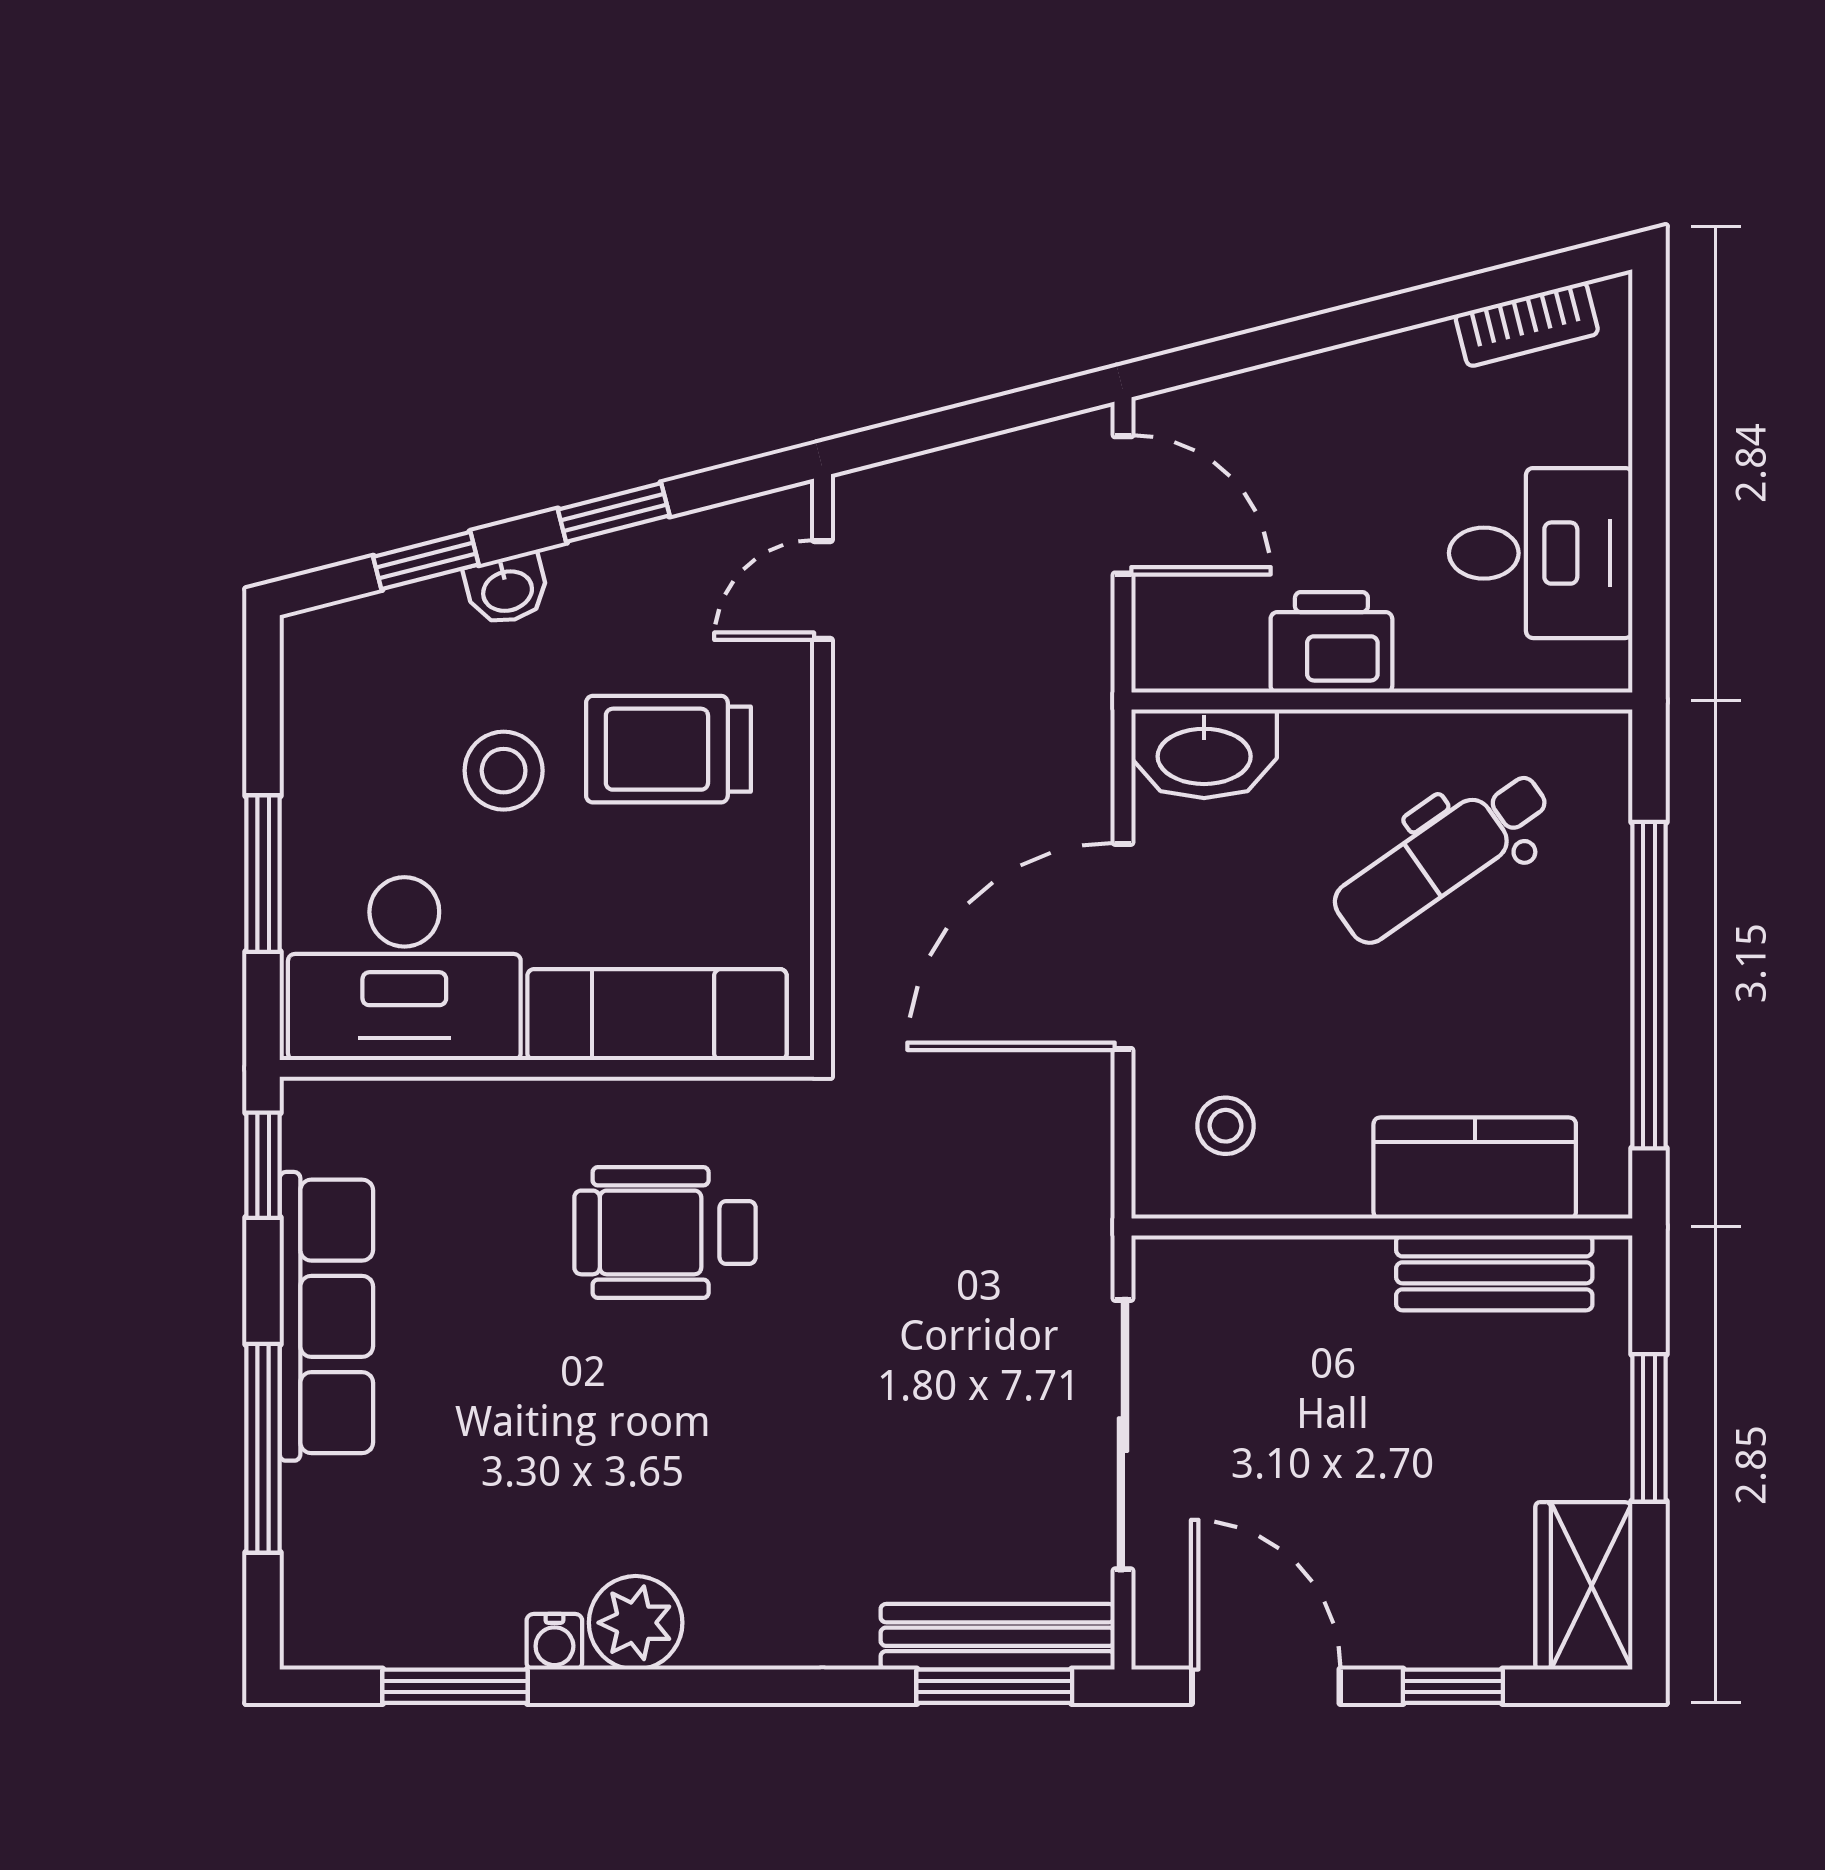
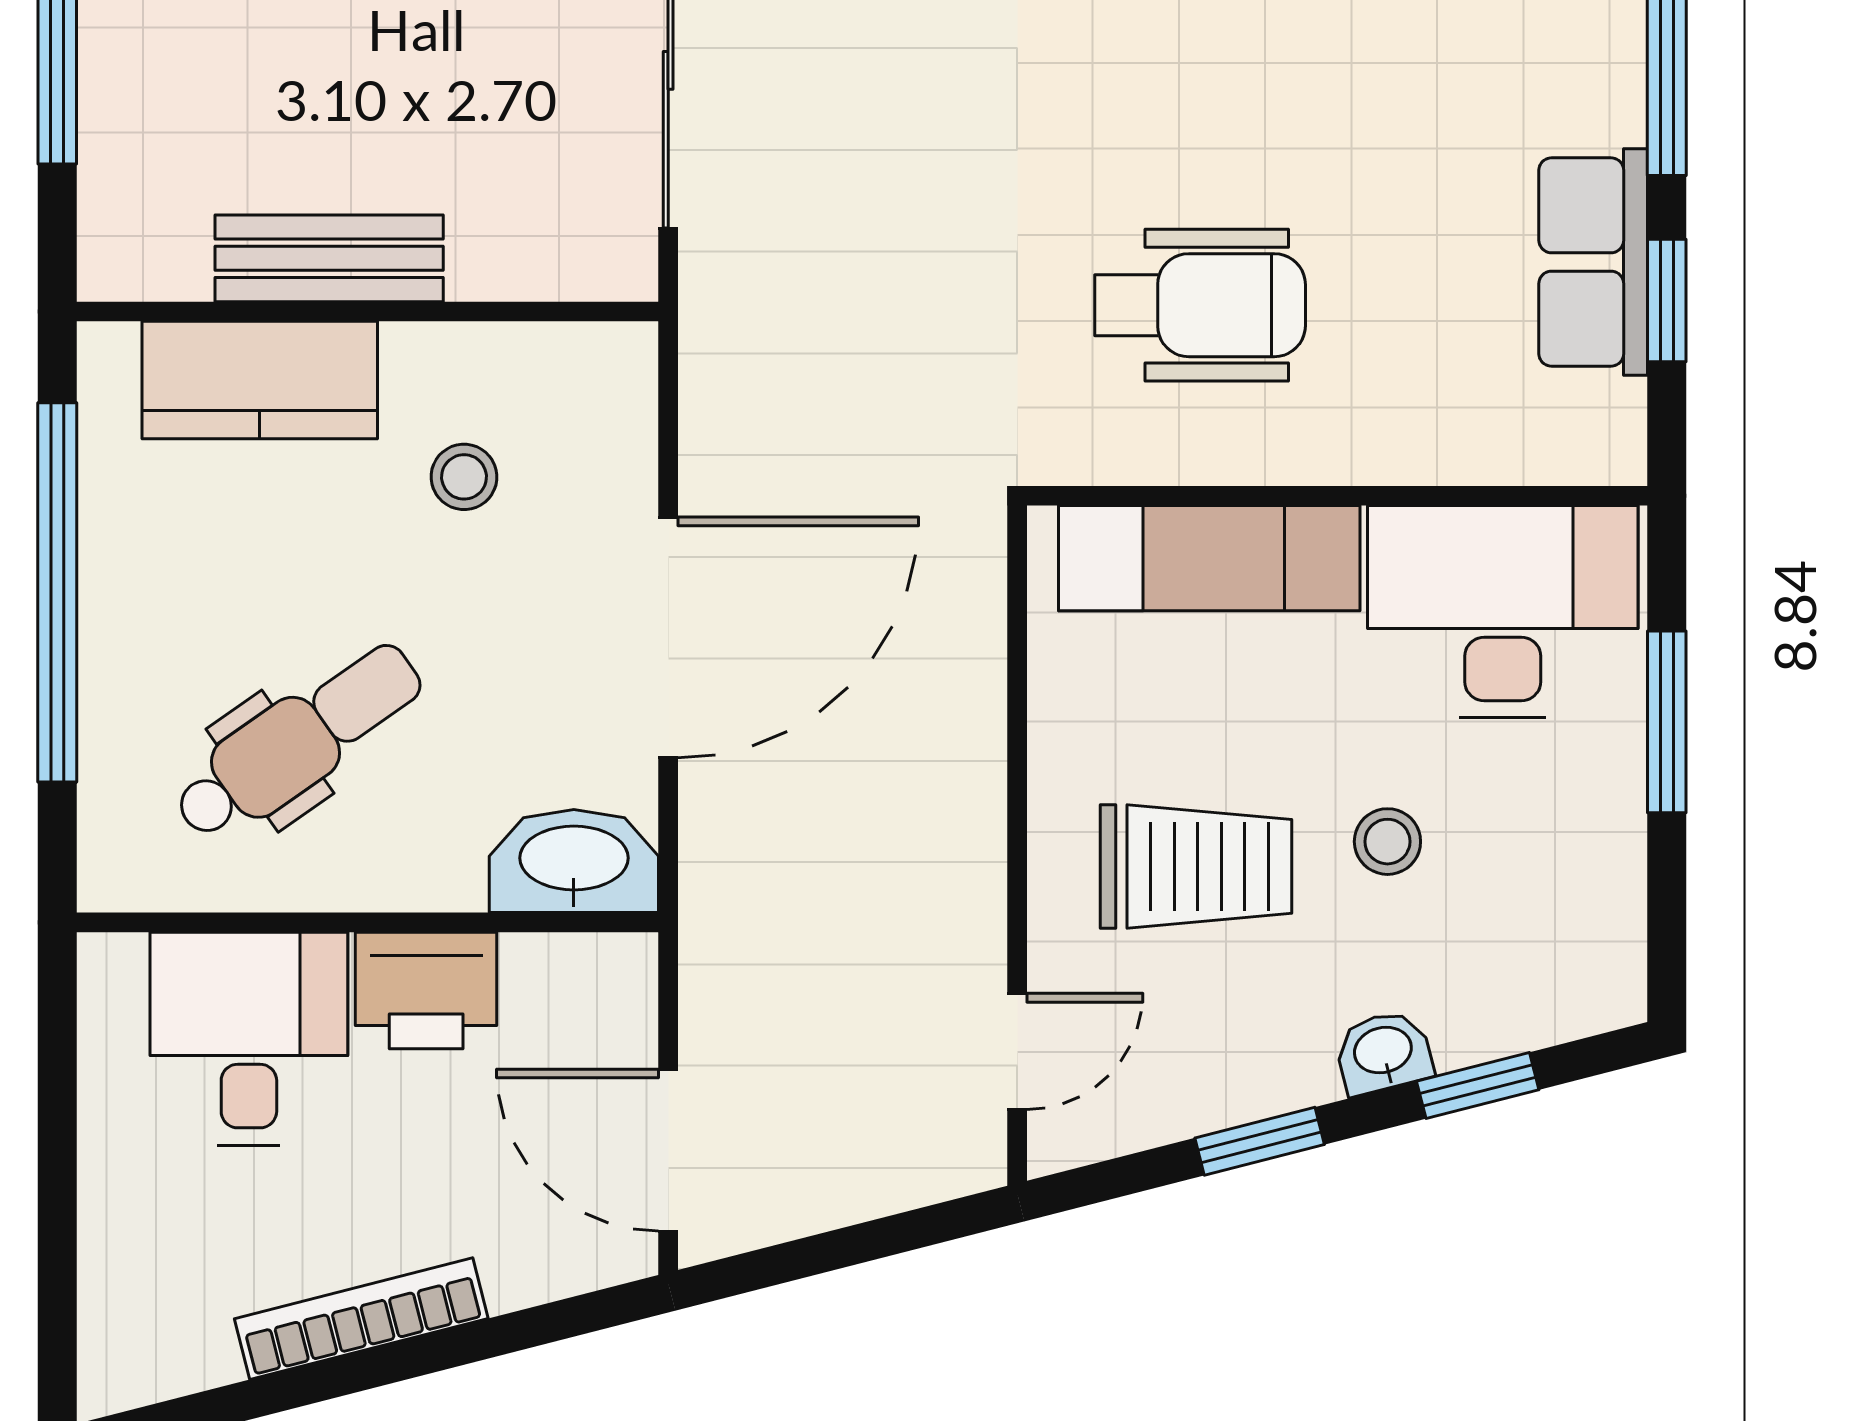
bookcase: (1527, 324) -> (361, 1319), moved, width x1.56
desk: (1541, 553) -> (249, 1039), moved, turned 90
stool: (504, 771) -> (1387, 842), width x0.73, depth x0.73
stool: (1225, 1126) -> (464, 477), moved
window: (263, 1165) -> (1667, 300), moved
bench: (1494, 1273) -> (329, 258), moved
row of seats: (326, 1316) -> (1593, 262), width x0.68

